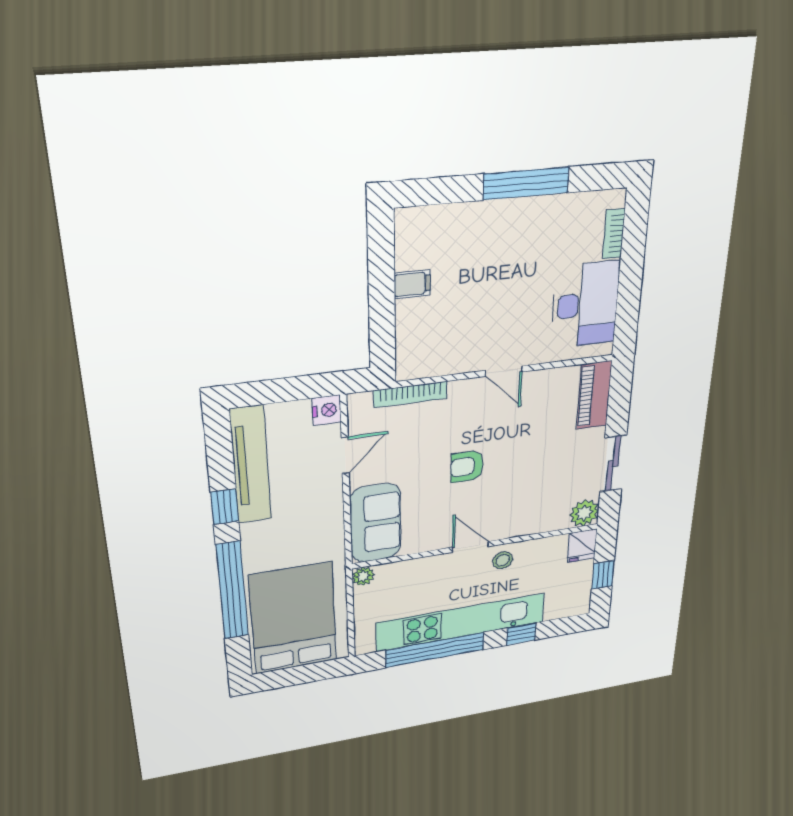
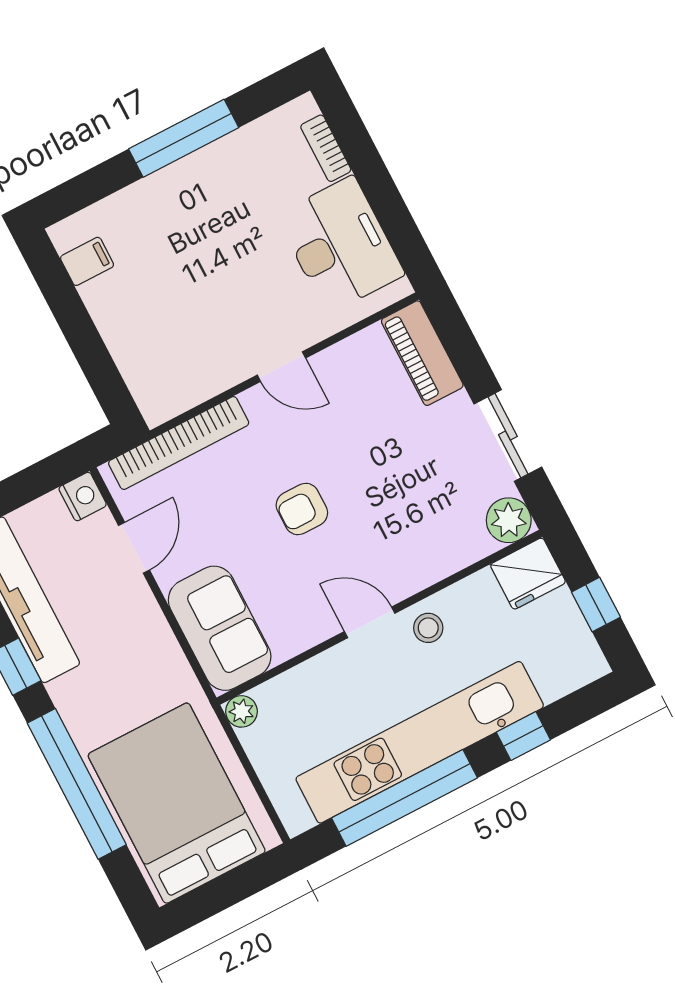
filing cabinet: (412, 284) -> (87, 261), moved
bookcase: (410, 394) -> (179, 443), width x1.48, depth x1.31
fridge: (582, 546) -> (528, 574), width x1.38

